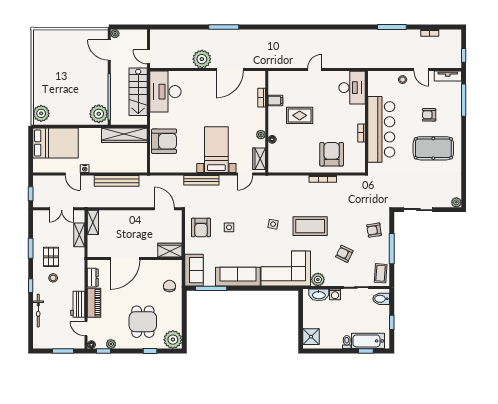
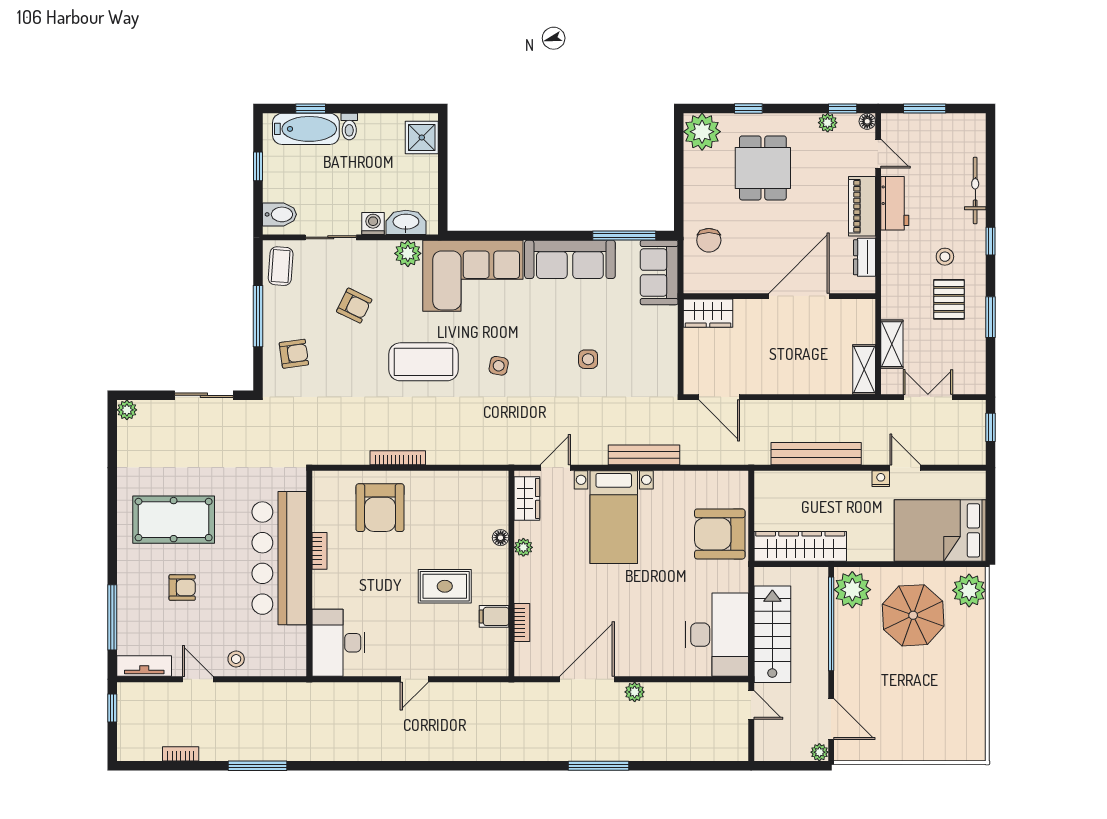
plant: (202, 59) -> (635, 692), width x0.53, depth x0.53
parasol: (69, 101) -> (913, 615), added
armchair: (201, 228) -> (645, 359), removed

